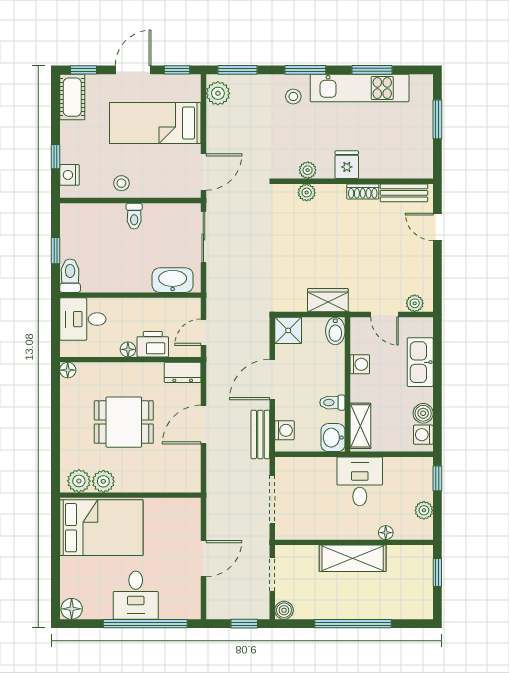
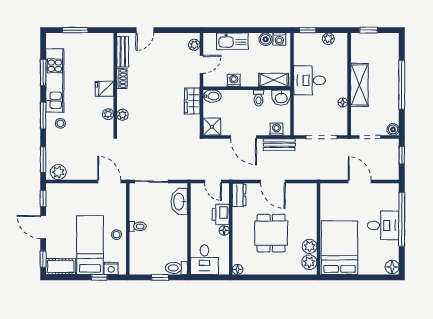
bed: (155, 123) -> (90, 245), moved, turned 180
floor lamp: (386, 533) -> (343, 102), moved

